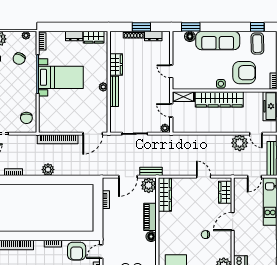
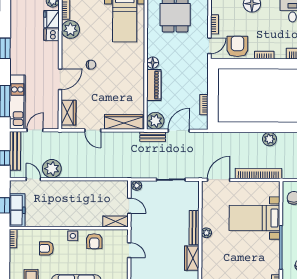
armchair: (244, 73) -> (46, 248), width x0.53, depth x0.53
bed with nightstands: (61, 77) -> (255, 218), moved
armchair: (202, 79) -> (94, 241), added
wardrobe: (219, 99) -> (75, 218), removed
wardrobe: (165, 195) -> (124, 122), moved, turned 90

